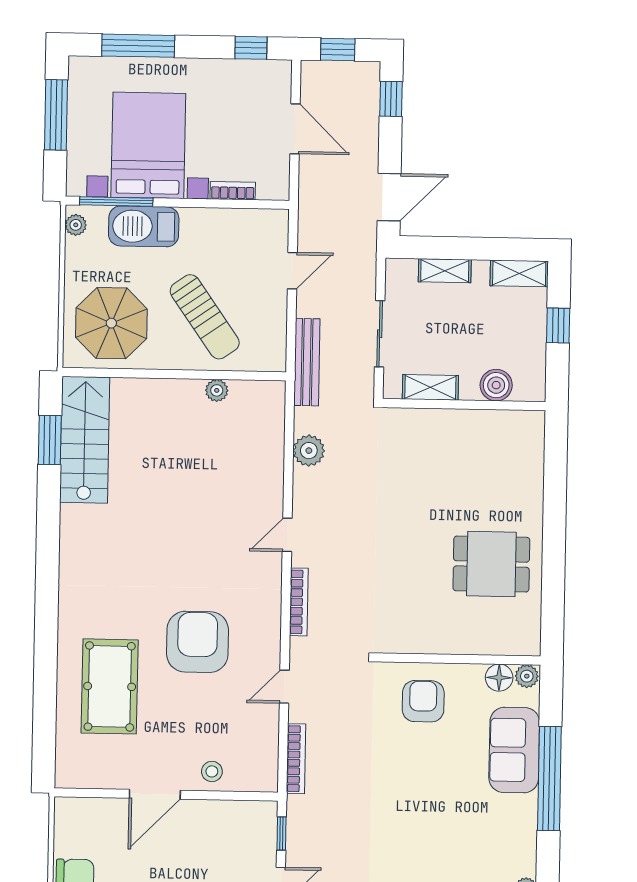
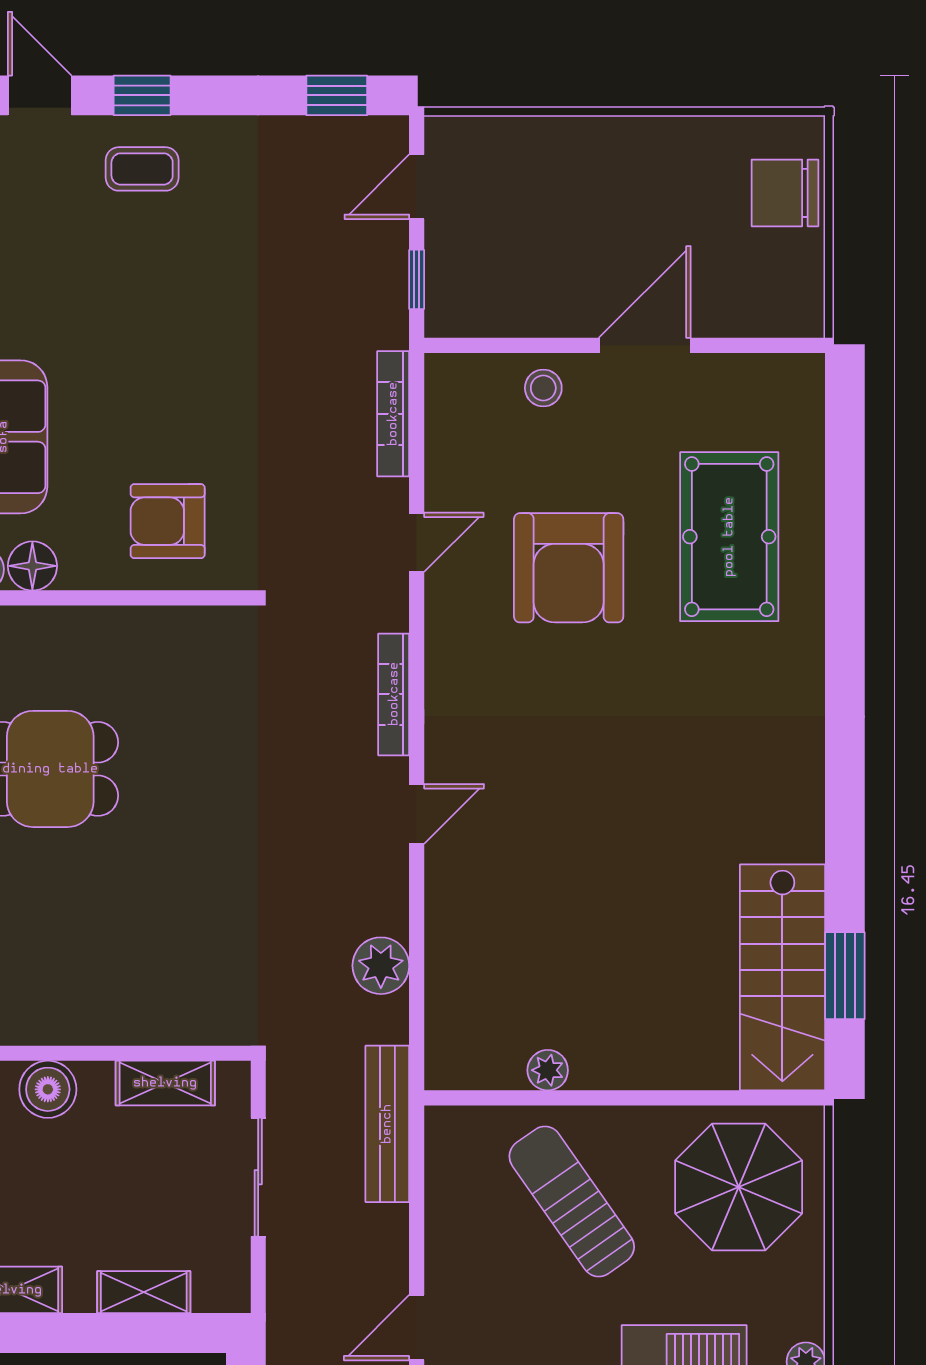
door: (292, 271) -> (417, 1328), moved
armchair: (197, 642) -> (569, 568), moved
armchair: (423, 701) -> (168, 521), turned 90

